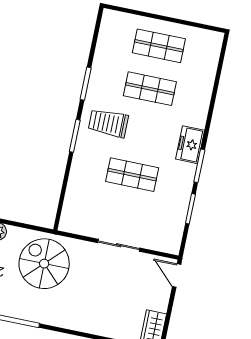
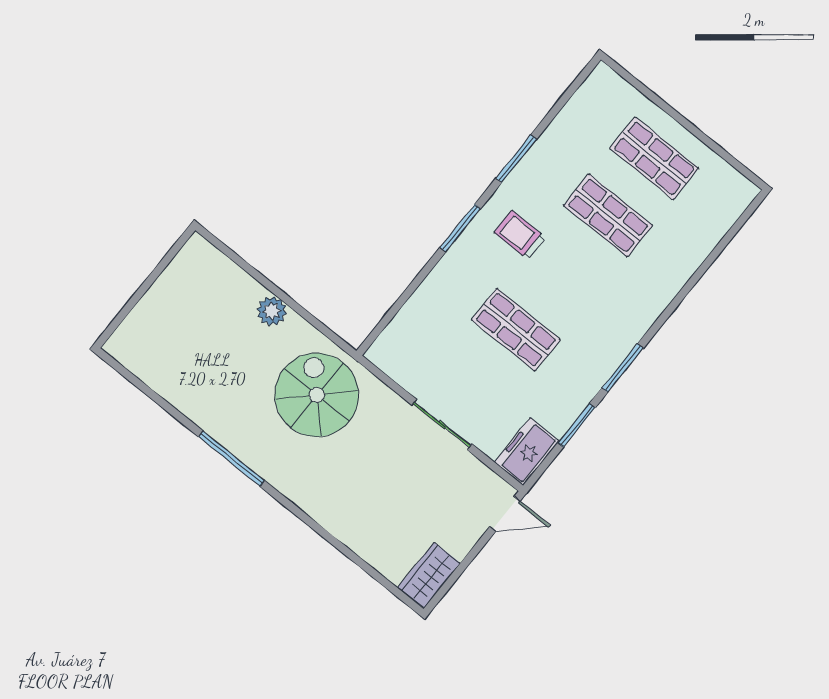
trolley: (108, 123) -> (520, 235), width x0.73, depth x0.72
freezer: (190, 145) -> (527, 452), moved
door: (177, 275) -> (505, 514), swing flipped

